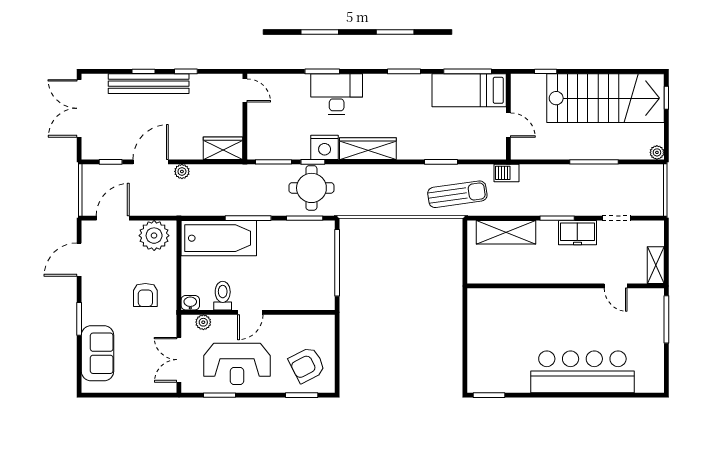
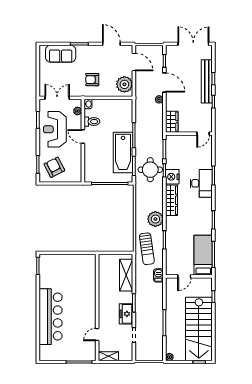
plant: (403, 178) -> (155, 219), added
bathtub: (219, 238) -> (123, 152), moved

